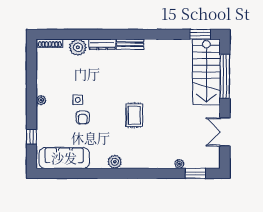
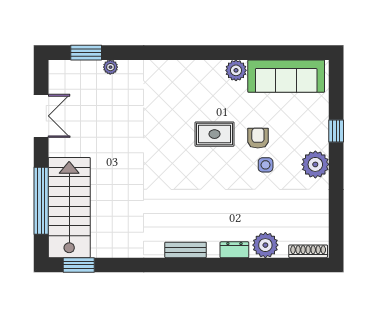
dresser: (102, 44) -> (234, 250), width x0.70
plant: (41, 100) -> (315, 164), width x1.88, depth x1.88
rug: (134, 115) -> (215, 134), moved, turned 90
window: (31, 137) -> (336, 131), moved
plant: (115, 162) -> (236, 70), moved

